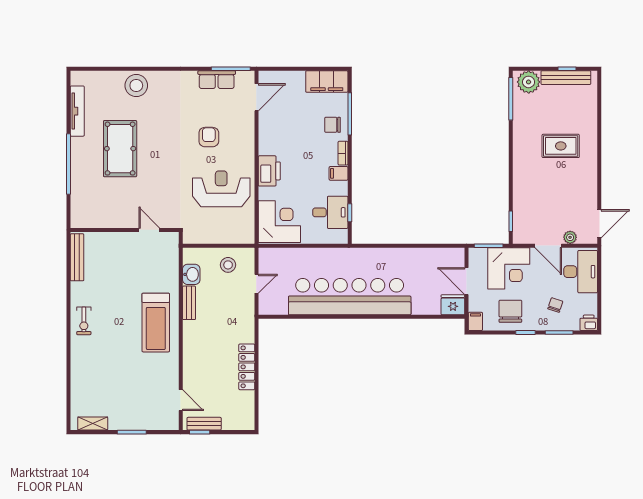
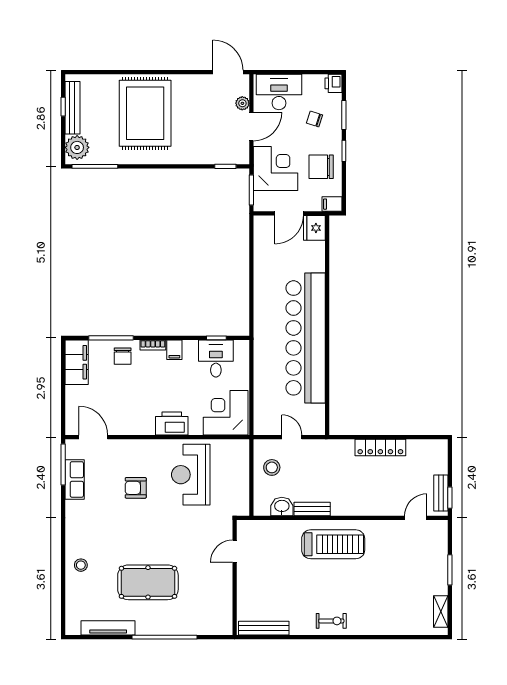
stool: (136, 86) -> (81, 565), width x0.53, depth x0.53
rug: (561, 146) -> (145, 113), width x1.86, depth x2.06

